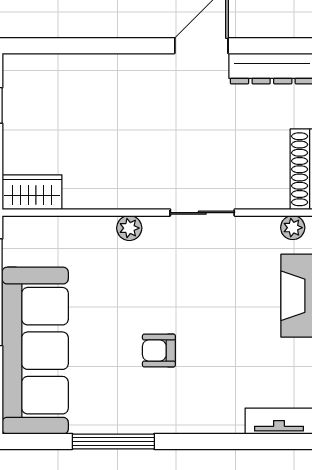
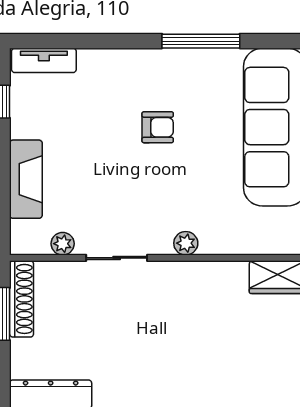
plant: (293, 228) -> (63, 244), moved

